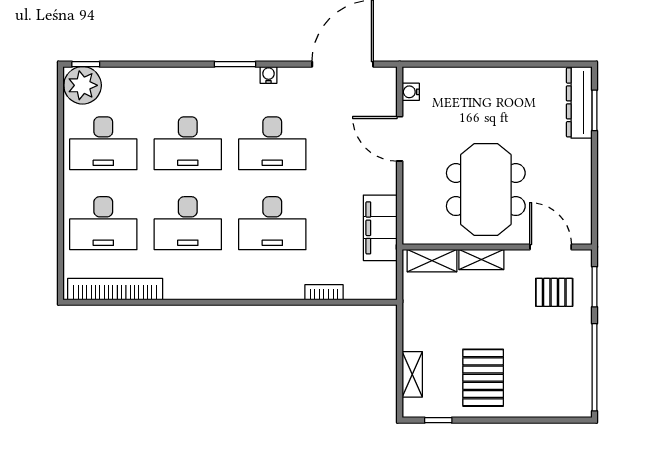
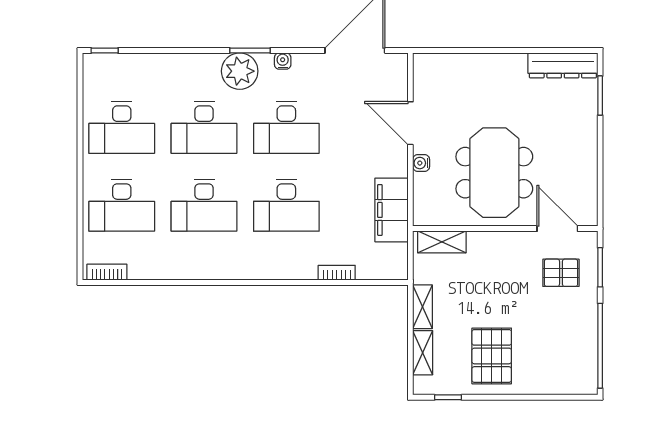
plant: (83, 85) -> (240, 71), moved
water cooler: (411, 92) -> (421, 163), moved
dresser: (579, 102) -> (563, 65), moved, turned -90
shelving: (481, 259) -> (423, 307), moved, turned 90
bookcase: (115, 289) -> (107, 272), width x0.43, depth x0.76

